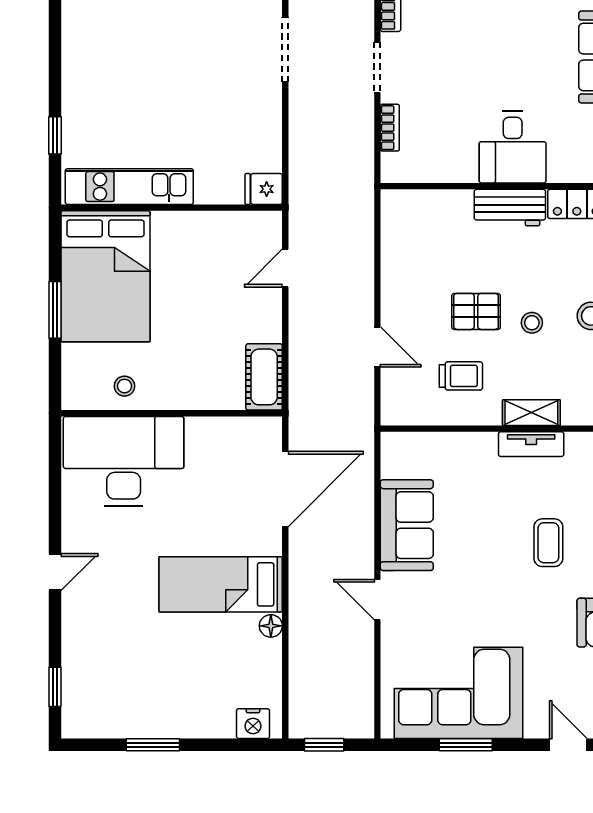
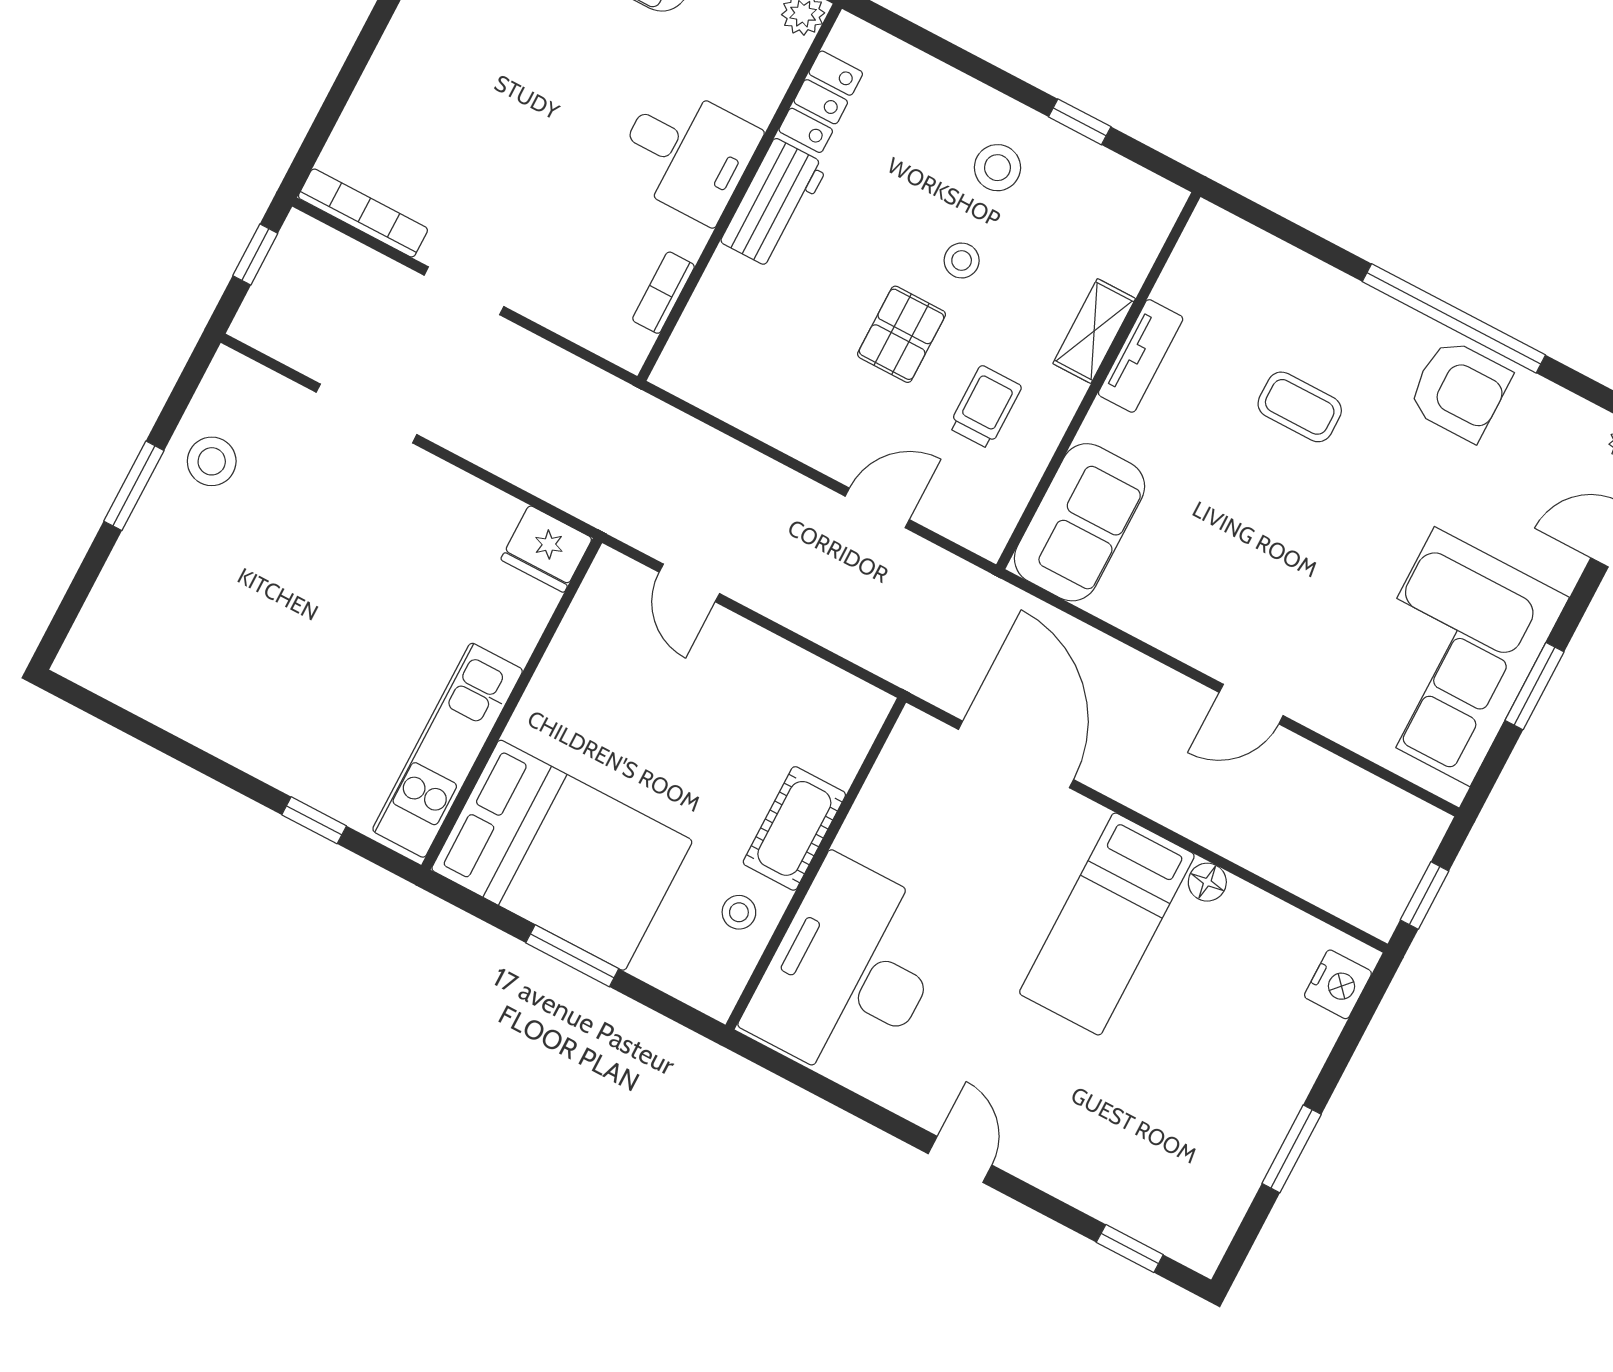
bookcase: (390, 128) -> (663, 293), moved, turned -90
fridge: (264, 189) -> (547, 549), width x1.38
cot: (264, 377) -> (794, 828), moved, turned 90
sofa: (407, 525) -> (1079, 522), moved, turned 90

